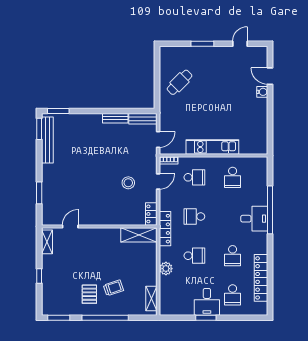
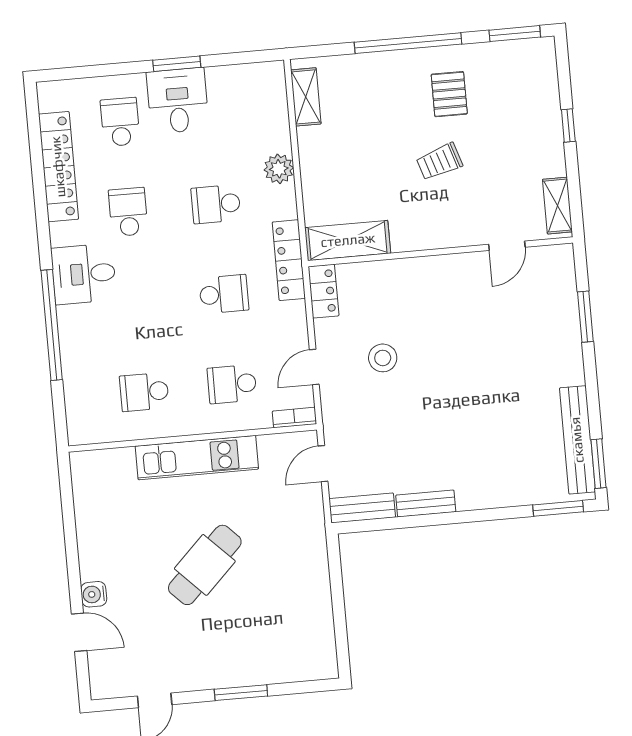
cafe table: (180, 82) -> (205, 565), moved, width x1.37, depth x1.35
school desk: (233, 177) -> (144, 392), turned -90
desk: (254, 219) -> (84, 274), moved
trolley: (113, 288) -> (439, 162), moved

